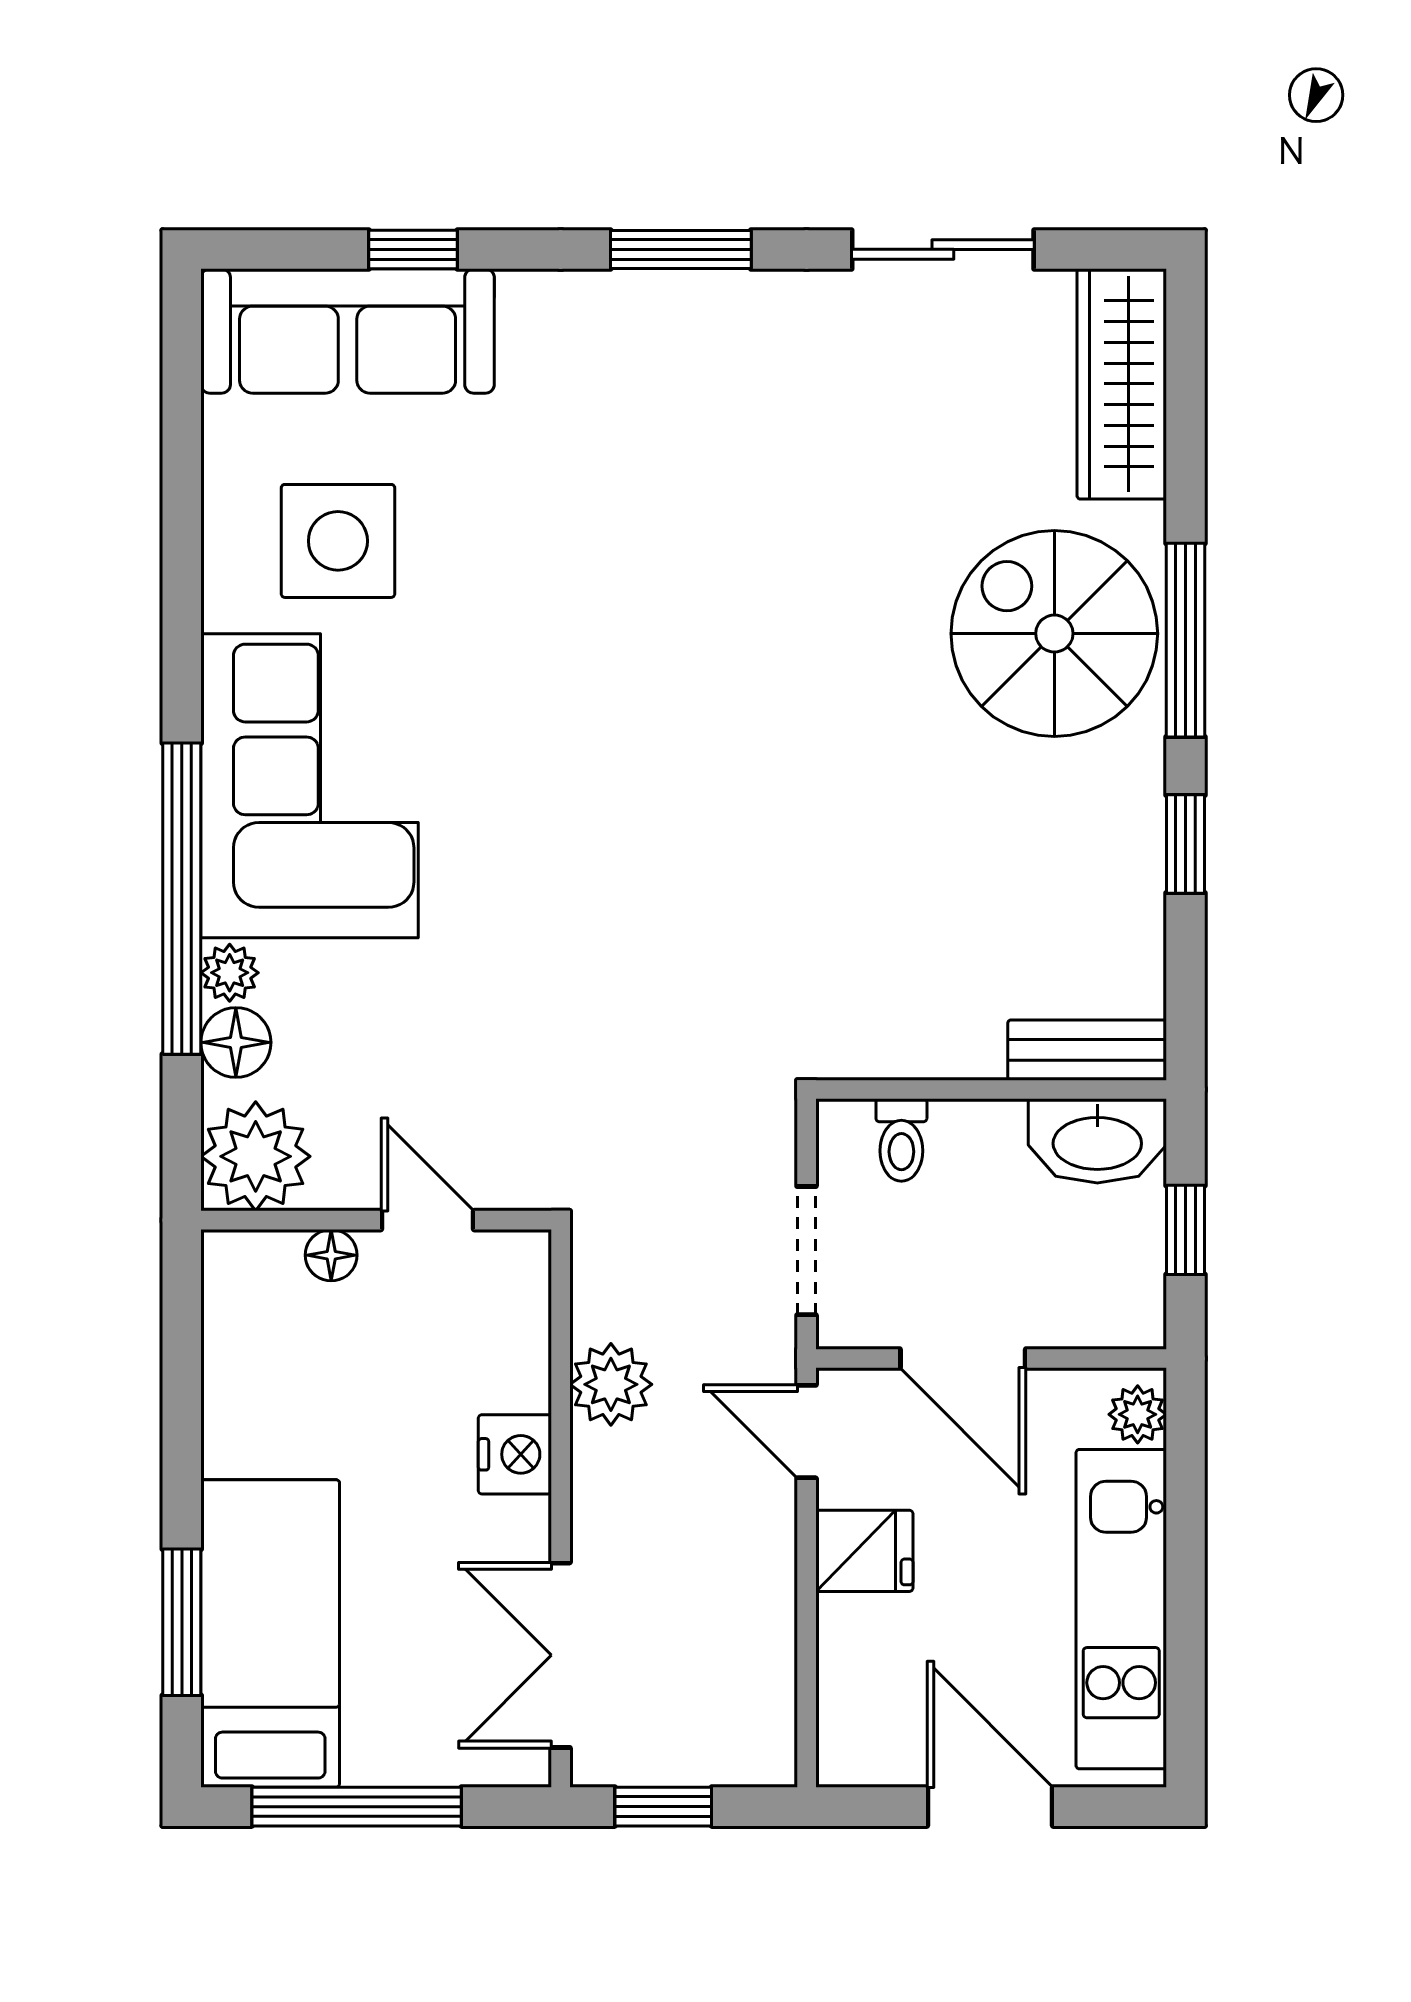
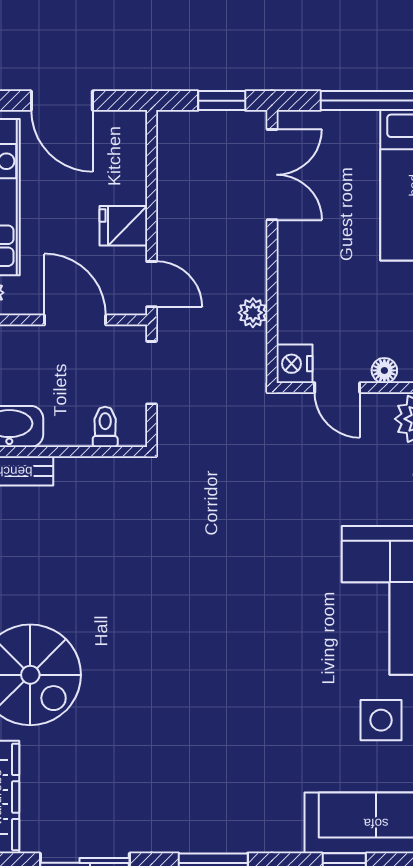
side table: (338, 541) -> (381, 720), width x0.73, depth x0.73
plant: (611, 1384) -> (253, 313), width x0.73, depth x0.73
nightstand: (515, 1454) -> (294, 364), moved

